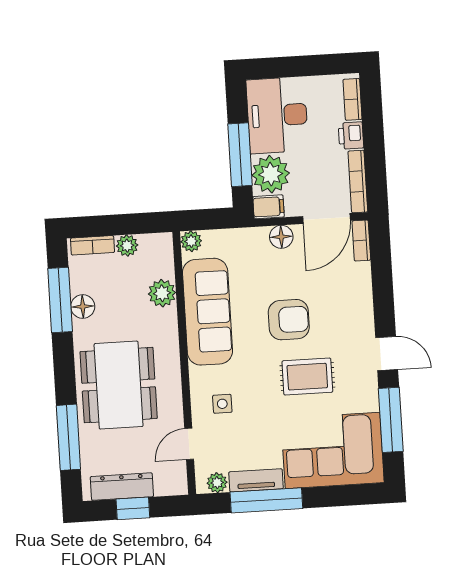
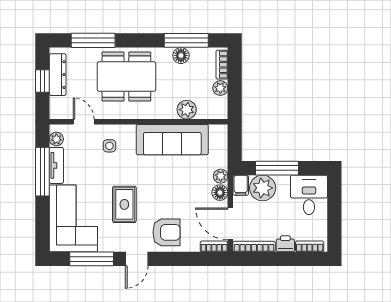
desk: (277, 115) -> (309, 195), width x0.73
plant: (191, 241) -> (221, 176), moved
armchair: (289, 320) -> (167, 232), moved, turned -90

